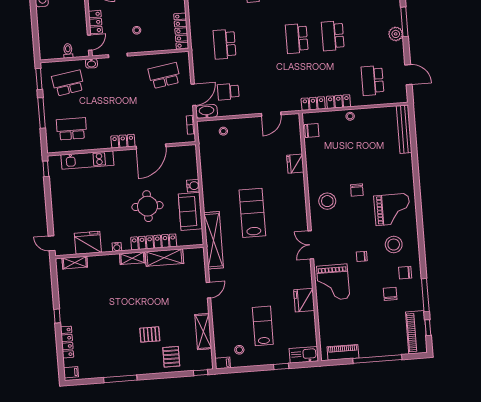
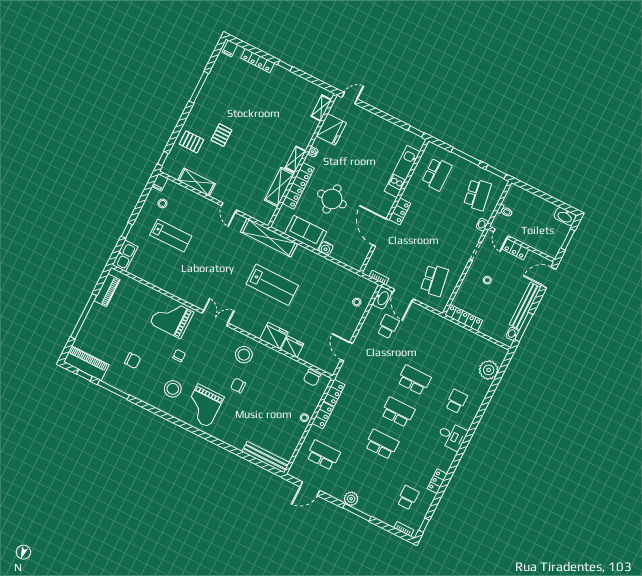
school desk: (225, 44) -> (414, 380), moved
chair: (405, 273) -> (143, 384), removed
fridge: (304, 300) -> (274, 336), moved

